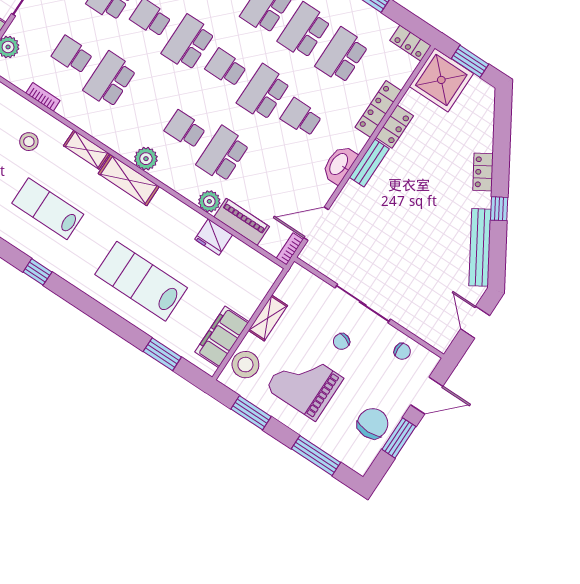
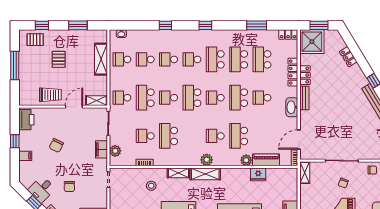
locker: (483, 172) -> (348, 57), moved
shelving: (268, 318) -> (305, 173), moved

